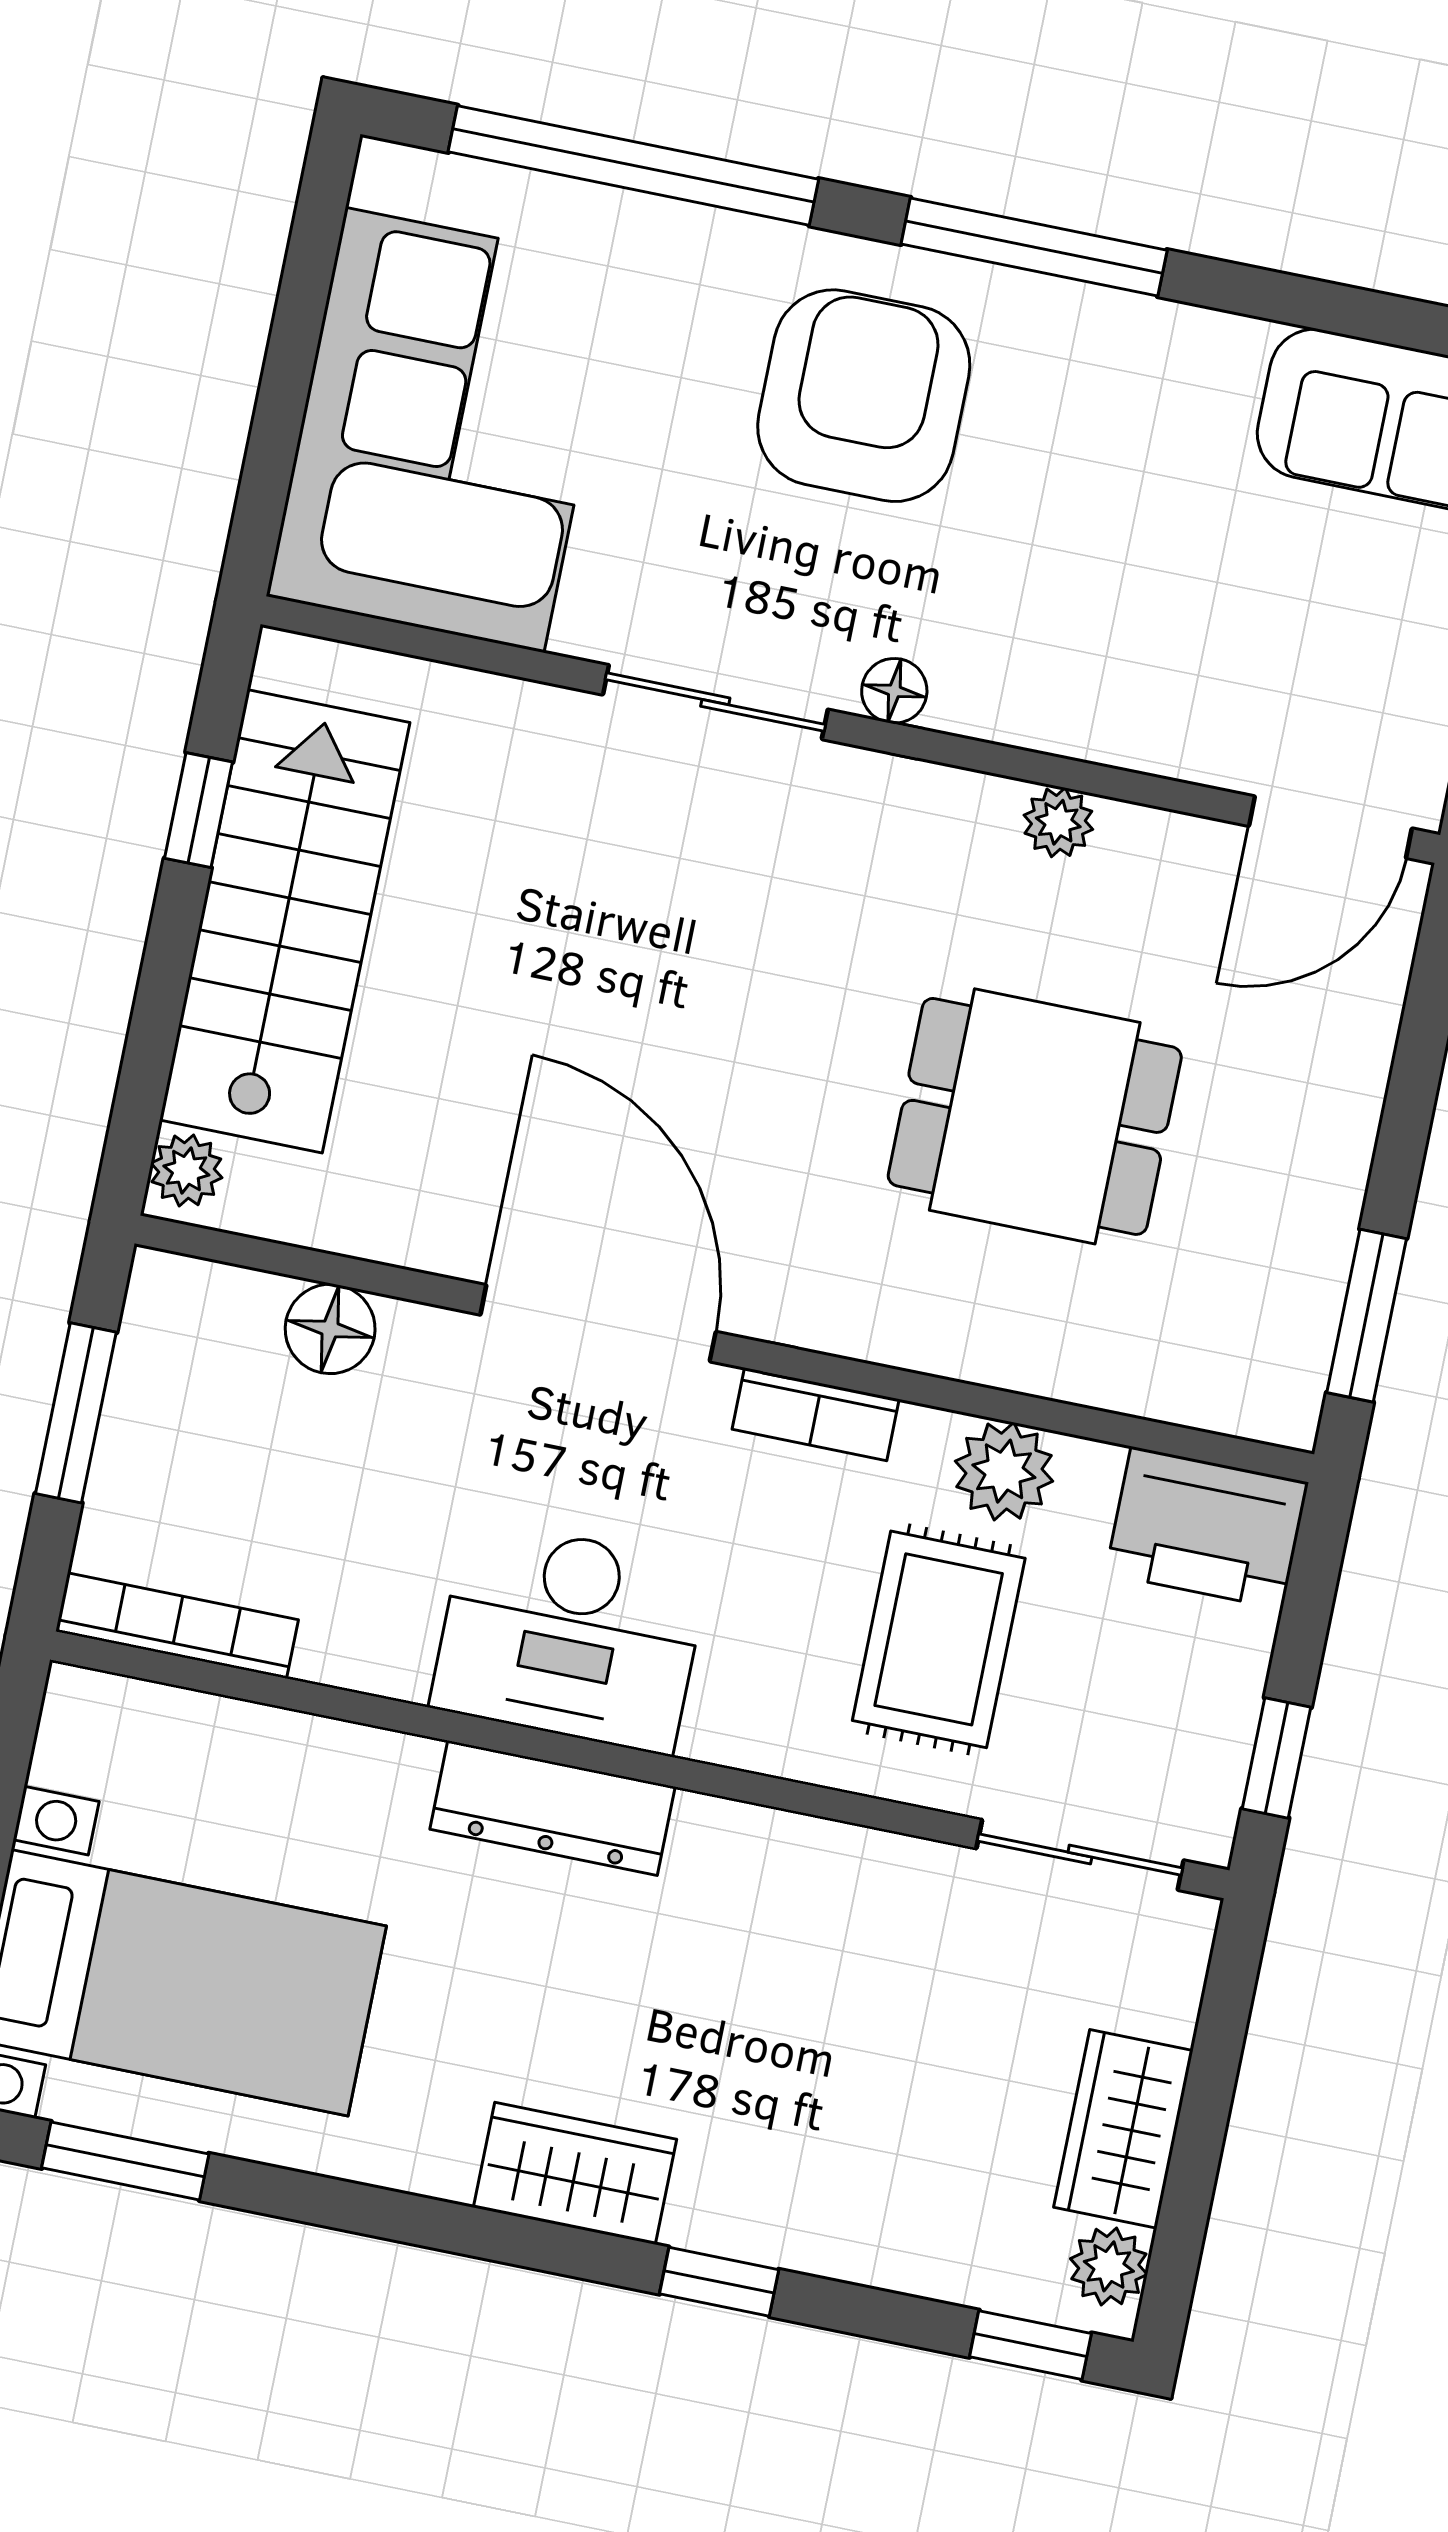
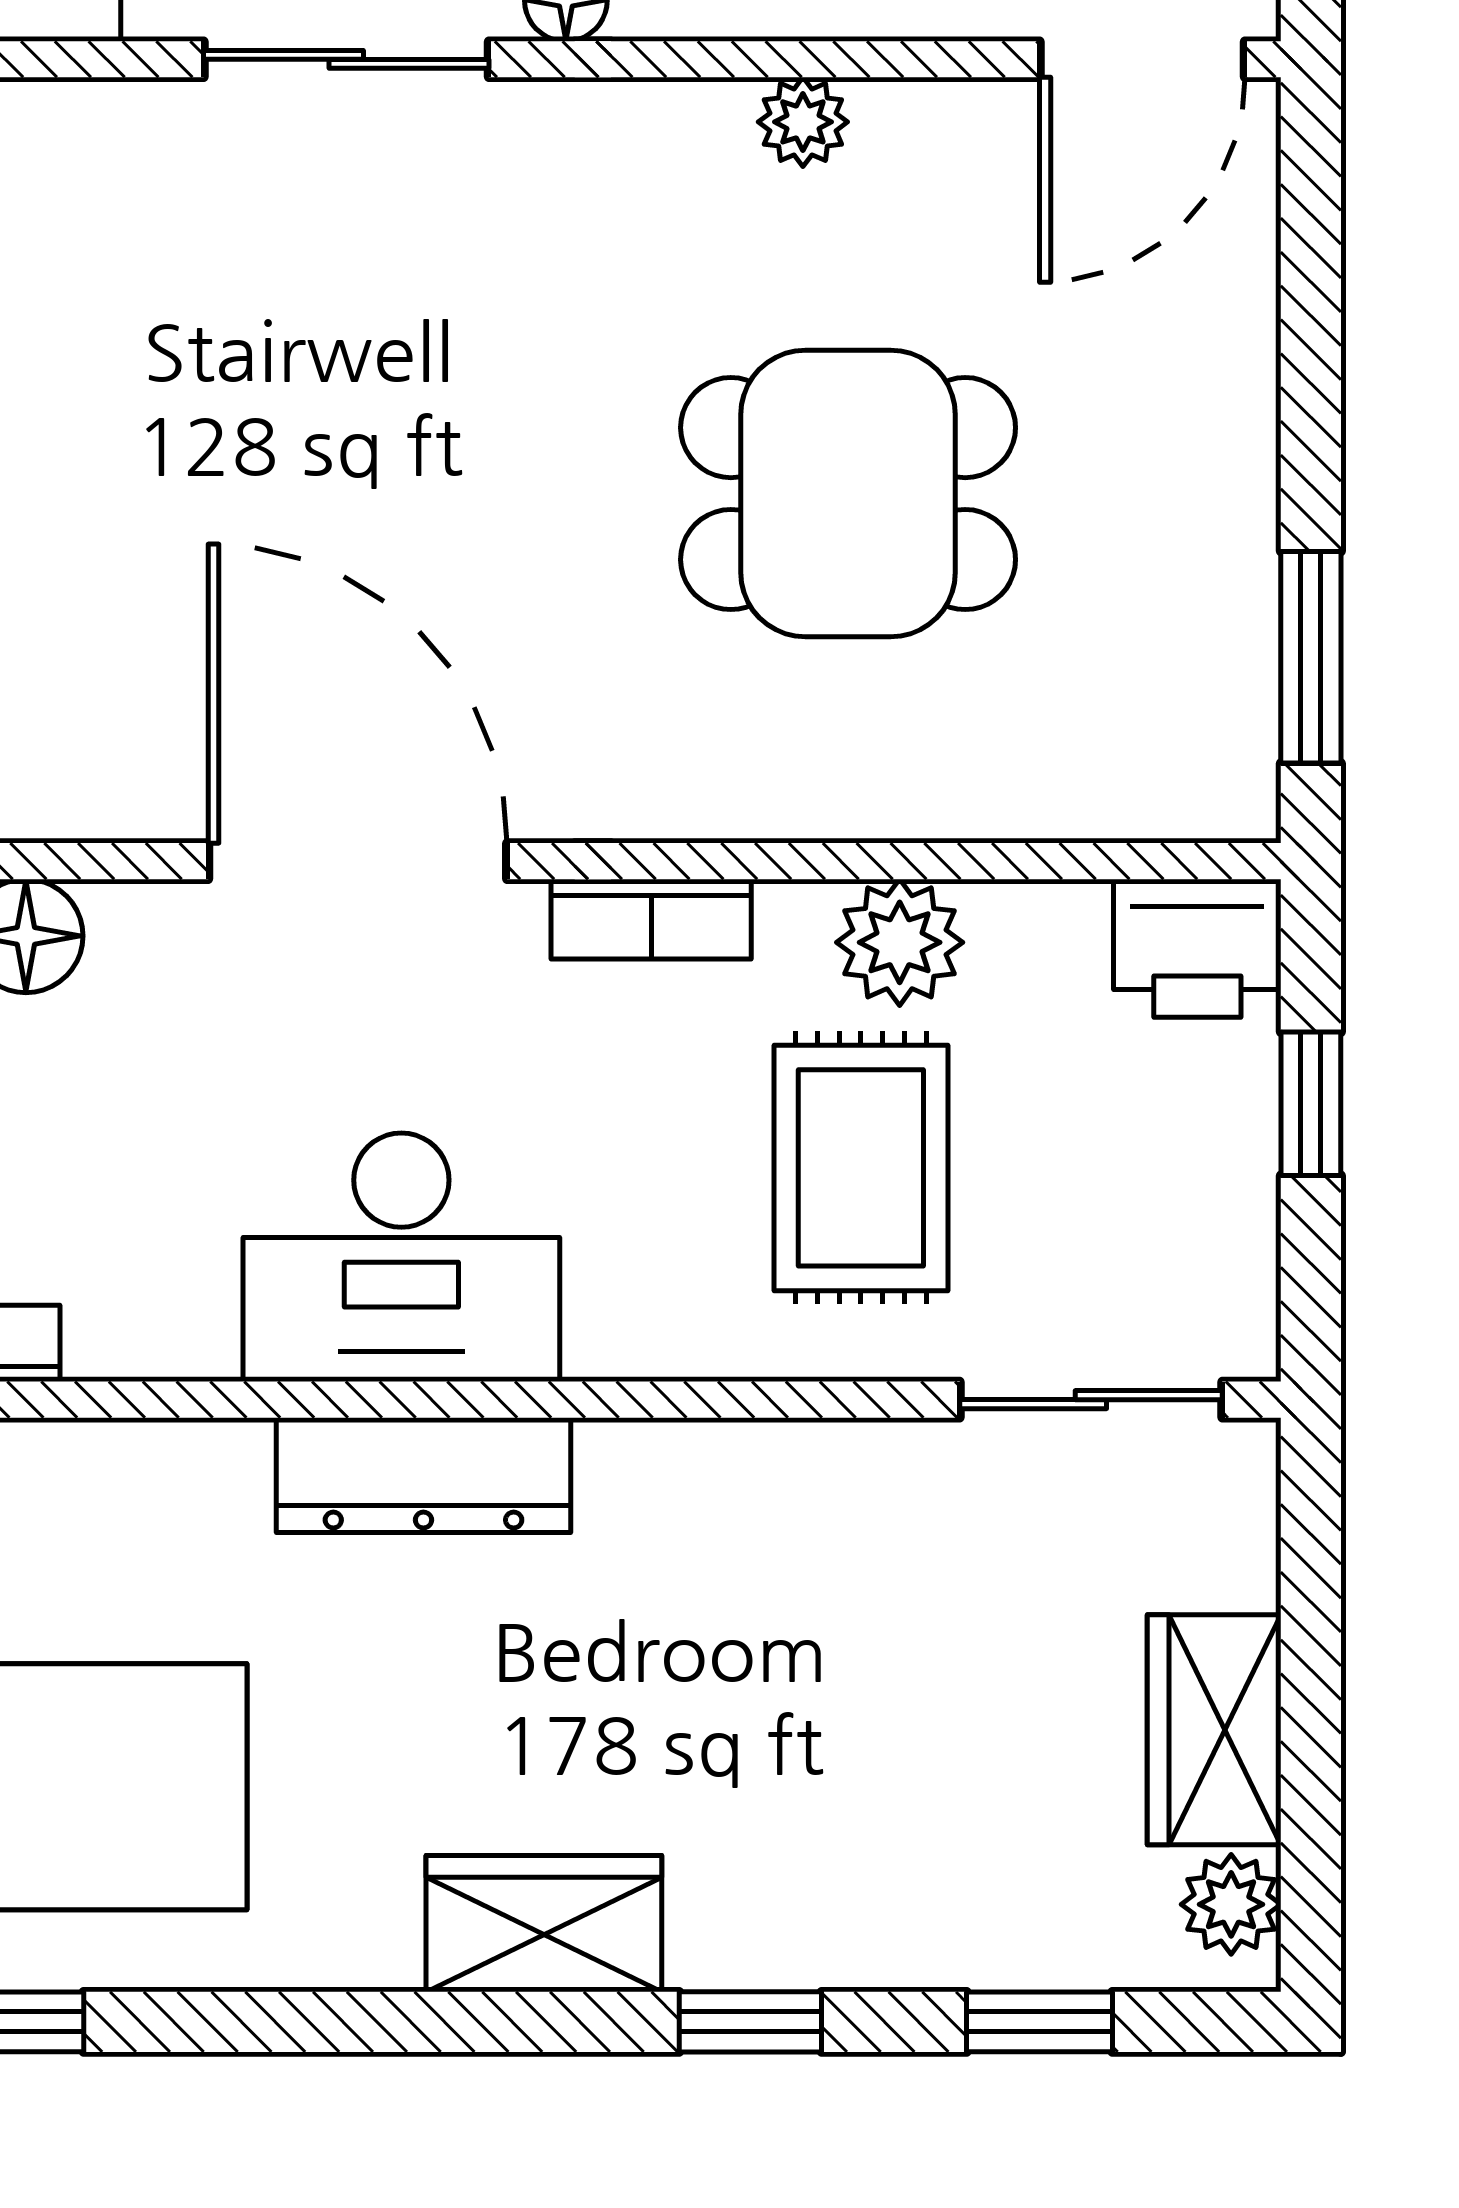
printer: (1207, 1528) -> (1197, 948), width x0.73, depth x0.84
window: (1277, 1758) -> (1311, 1104), moved
window: (1030, 2345) -> (1040, 2022), moved

